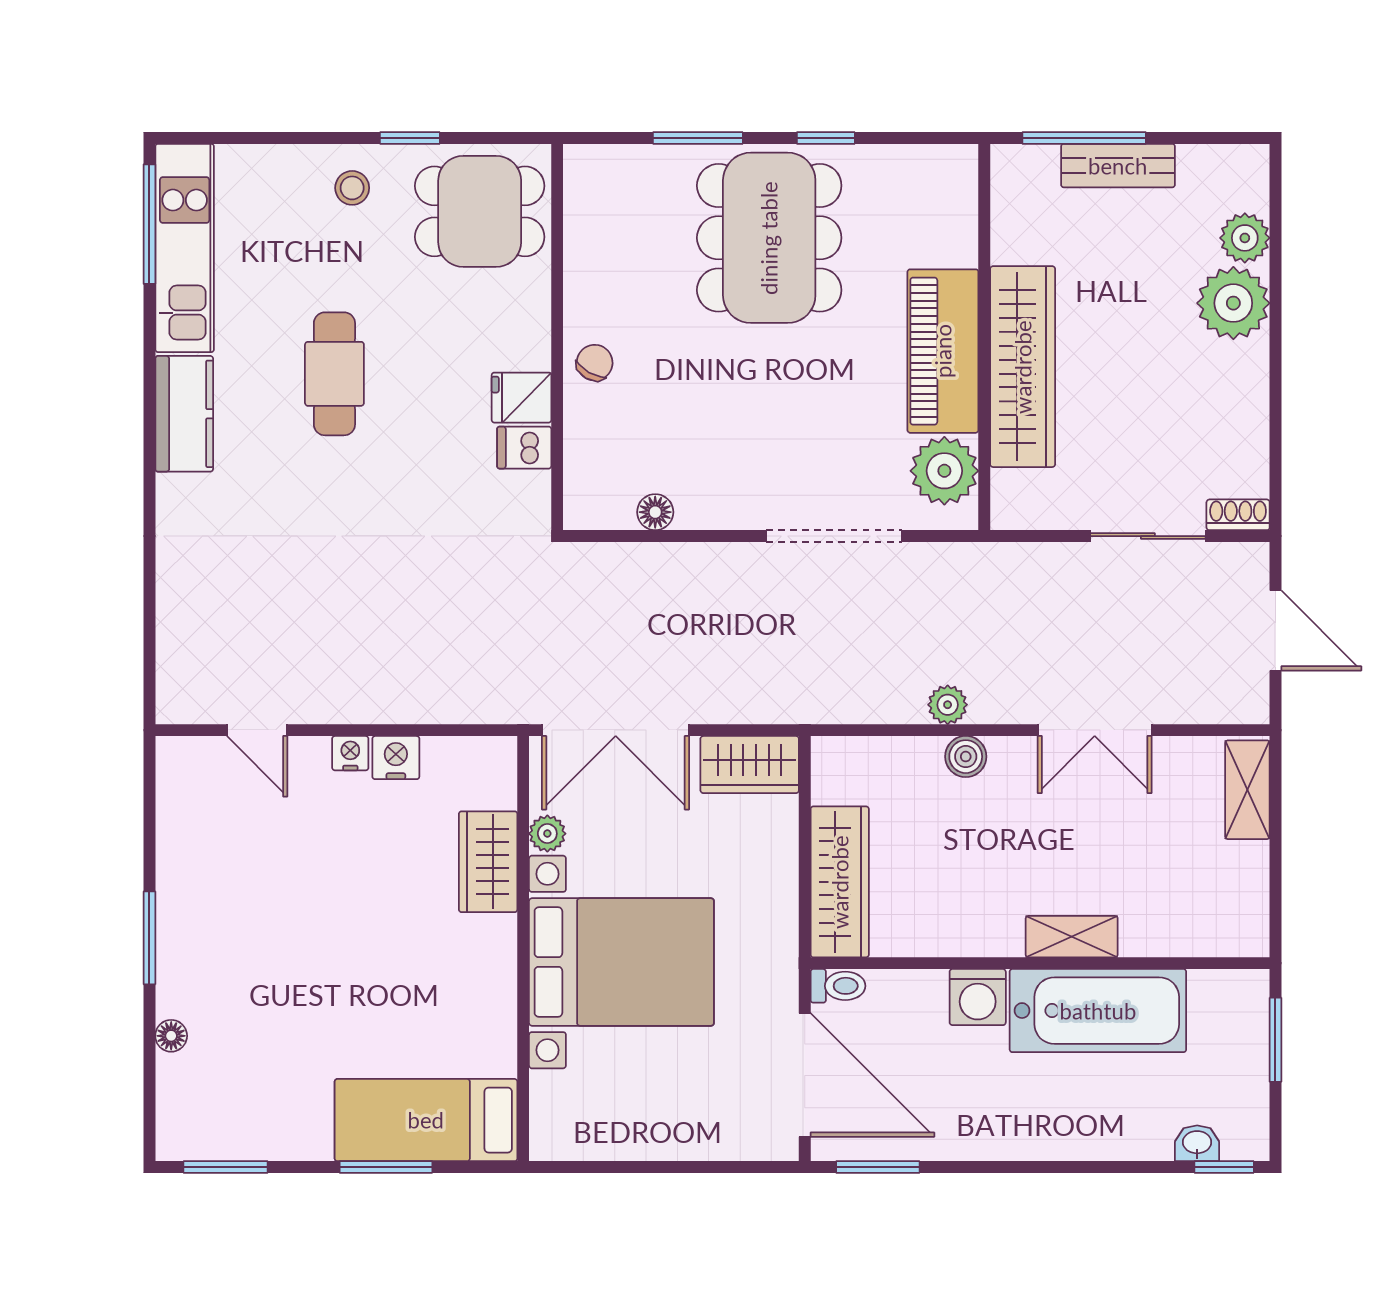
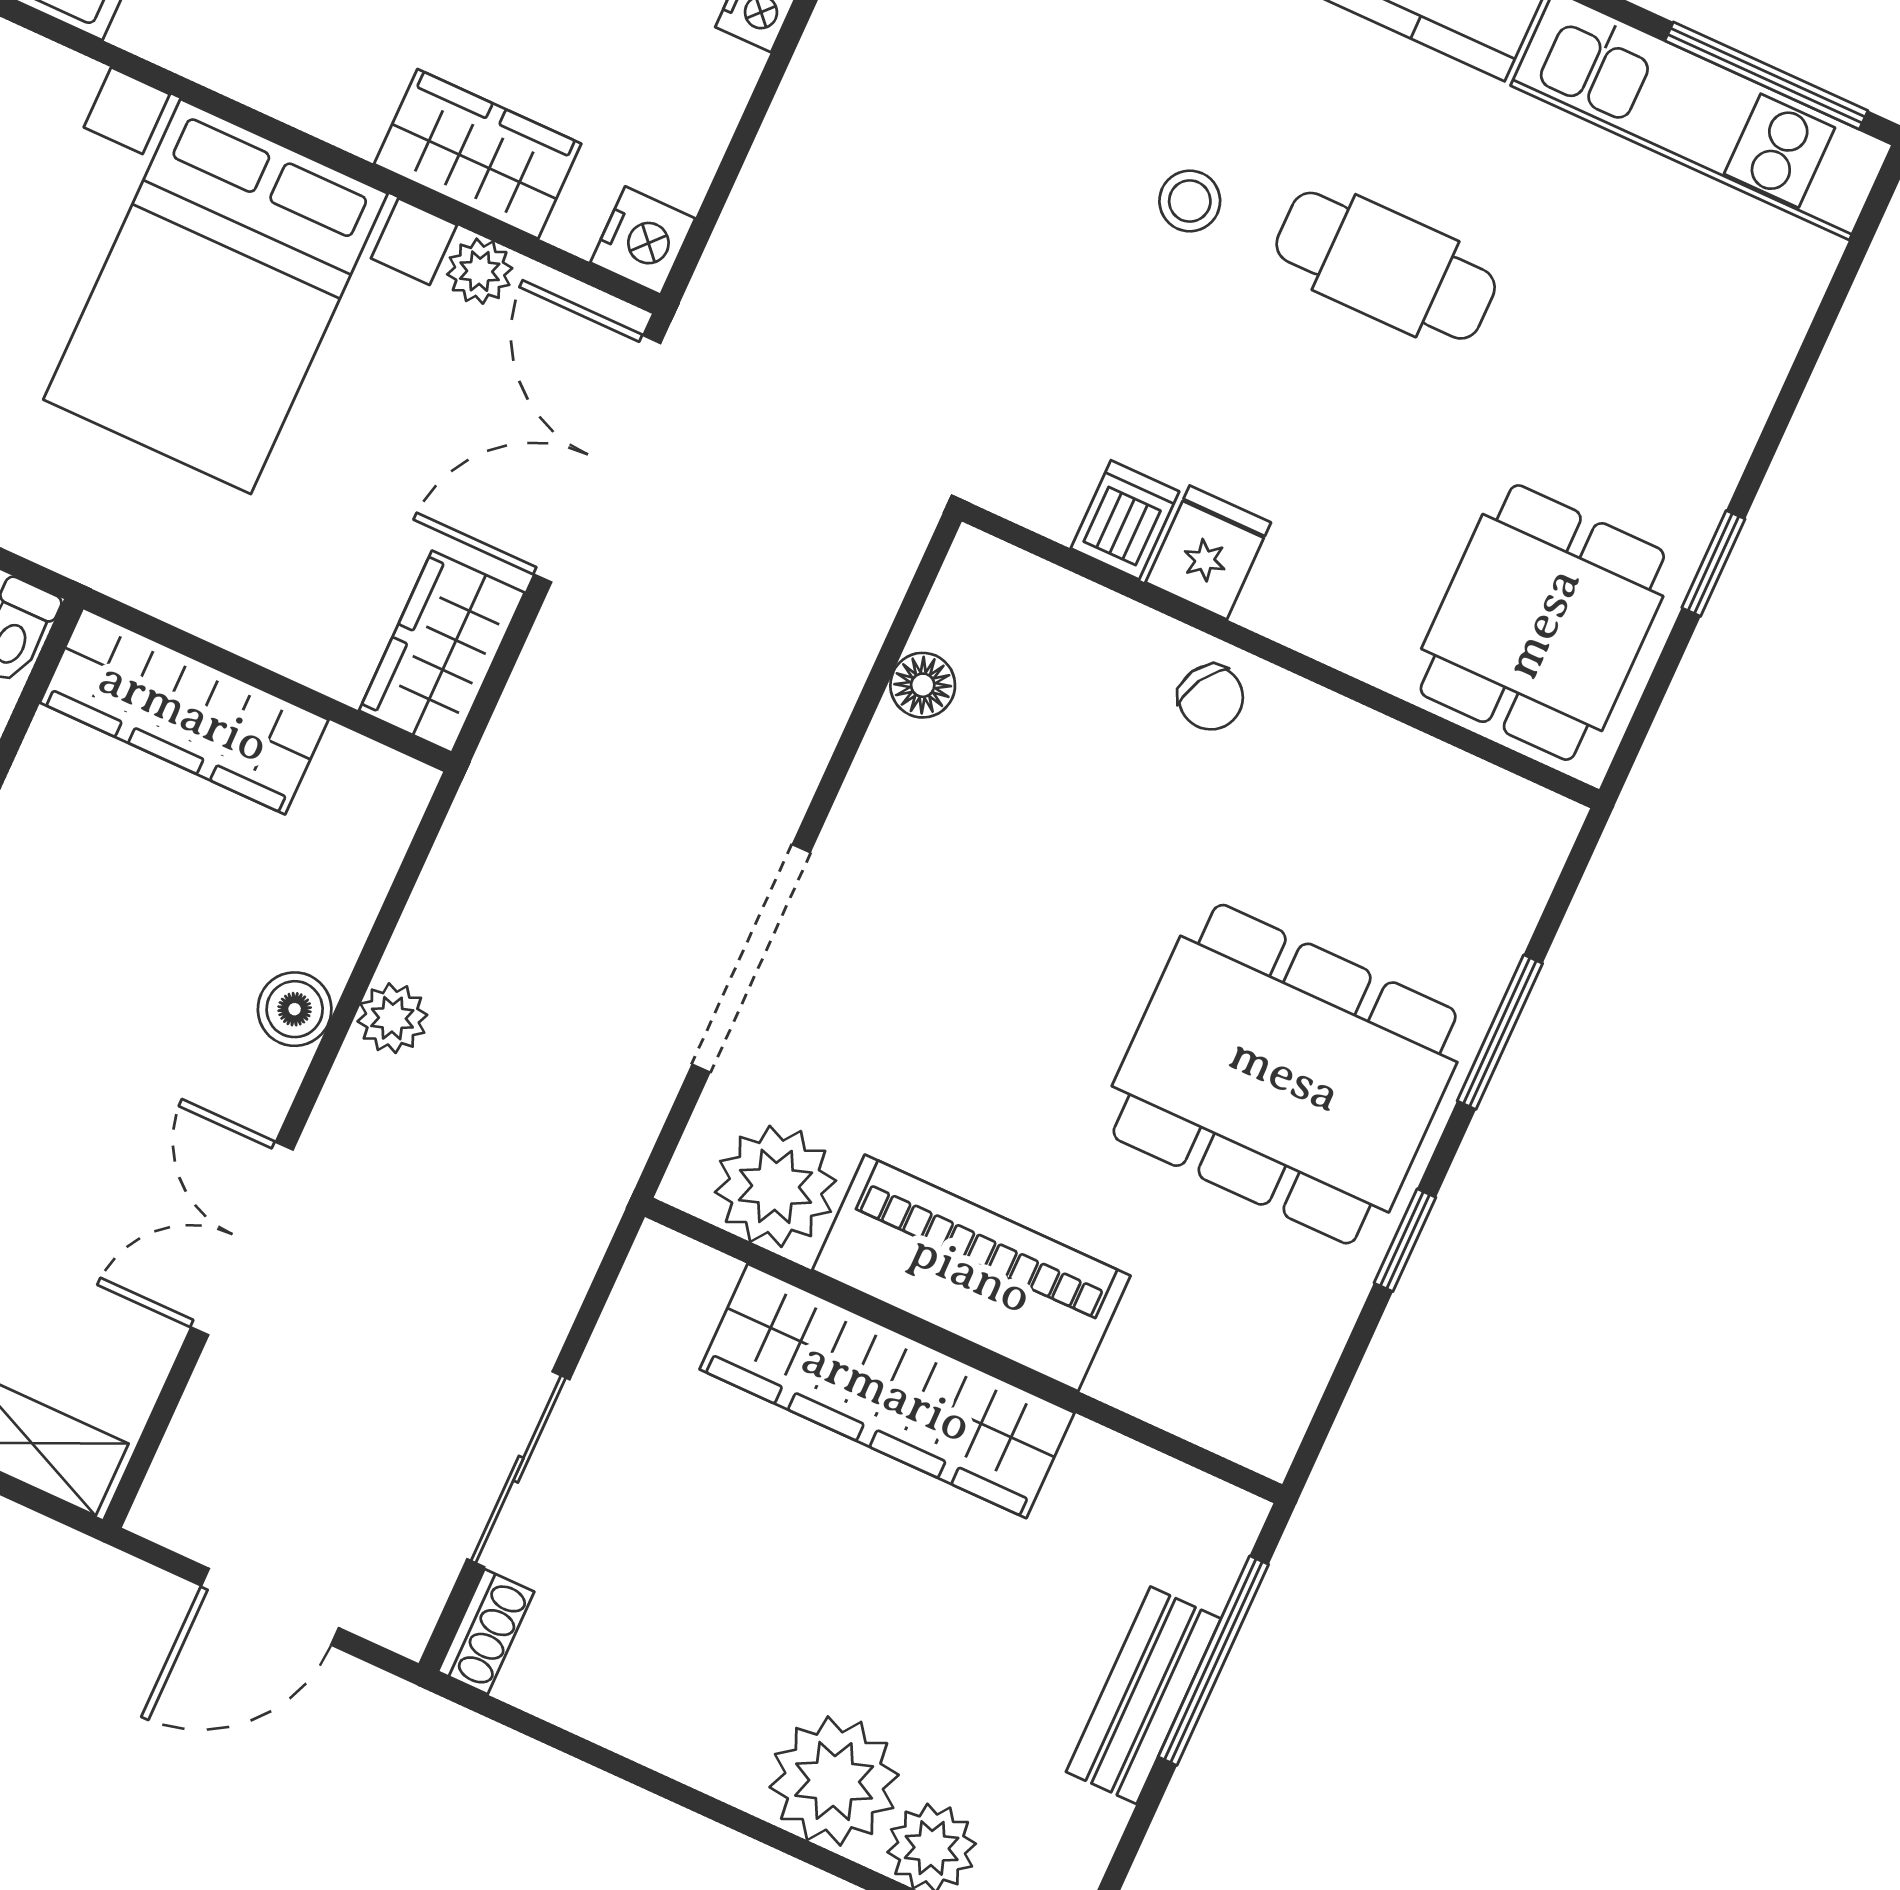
stool: (352, 188) -> (1190, 201), moved
nightstand: (396, 758) -> (643, 240), moved

